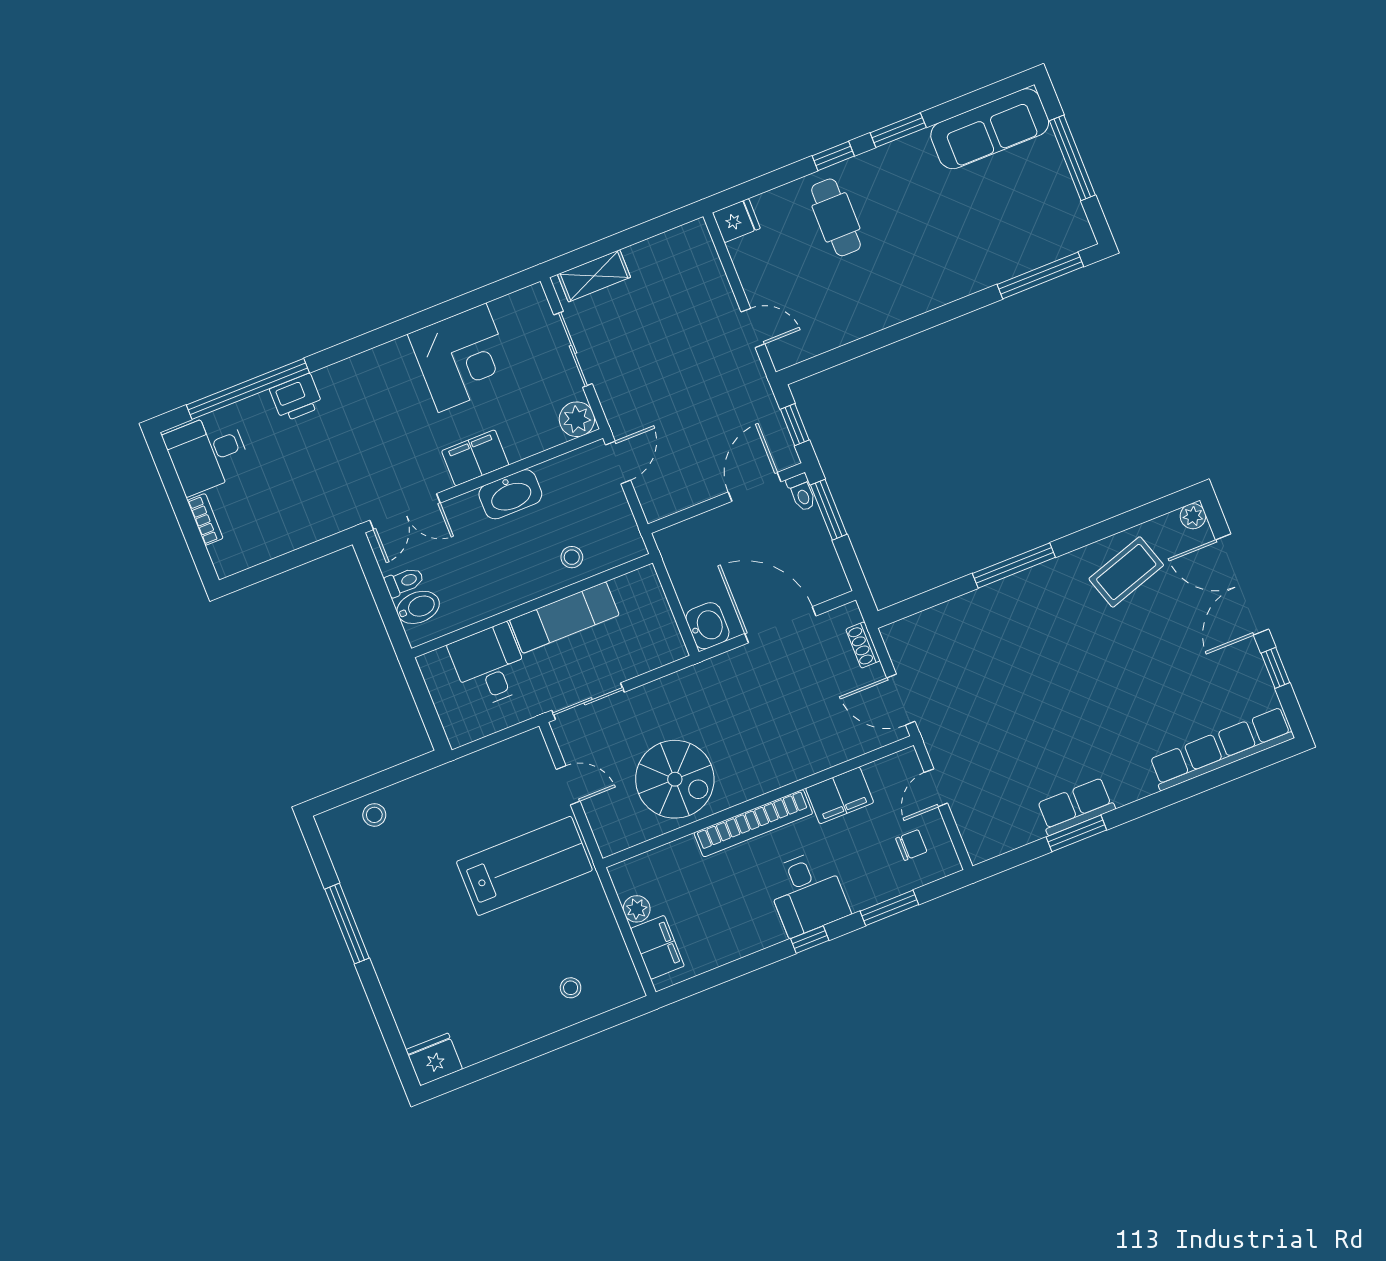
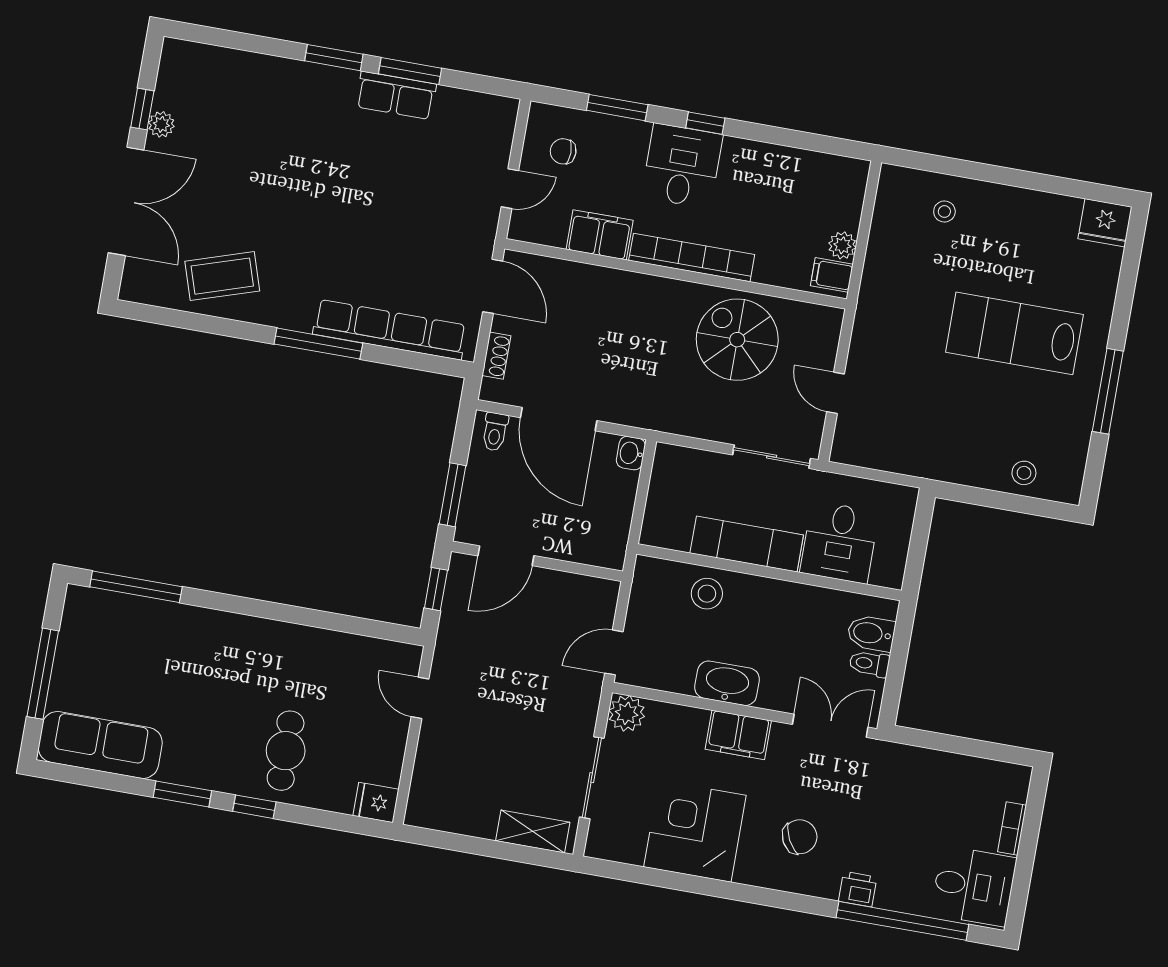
printer: (296, 398) -> (858, 889), width x0.73, depth x0.81
chair: (374, 406) -> (800, 837), added
toilet: (802, 492) -> (495, 432), moved, turned 180
plant: (1193, 516) -> (161, 124), moved
stool: (572, 557) -> (707, 594), width x1.37, depth x1.37
washbasin: (707, 626) -> (631, 453), width x0.72, depth x0.69
row of seats: (1221, 749) -> (390, 330), moved, turned 180
window: (1145, 806) -> (334, 58), added
lab bench: (524, 866) -> (1014, 333), moved
filing cabinet: (657, 947) -> (832, 275), moved, width x0.50

